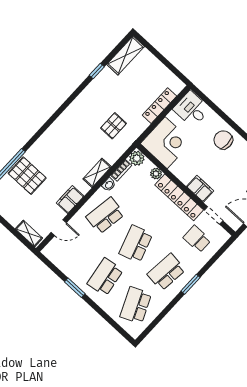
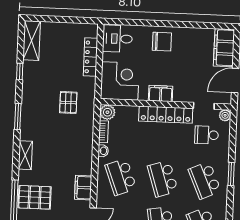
window: (66, 104) -> (18, 117), added
chair: (223, 140) -> (162, 42), turned 180
shelving: (97, 173) -> (25, 155), moved
plant: (156, 174) -> (225, 115), moved
filing cabinet: (200, 189) -> (161, 94), moved
school desk: (105, 216) -> (121, 177), turned -30
school desk: (166, 272) -> (205, 180), turned -30

